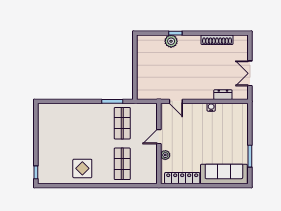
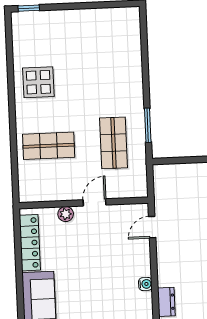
shop shelf: (122, 123) -> (114, 143), turned 90
door: (159, 137) -> (95, 202), hinge flipped

